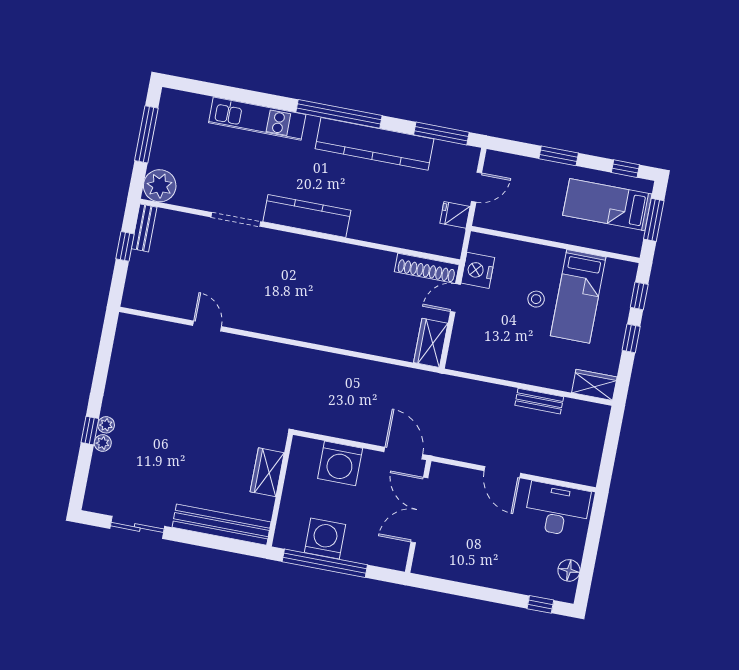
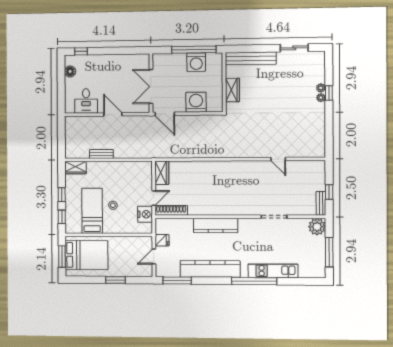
window: (339, 114) -> (254, 281), moved
window: (625, 169) -> (81, 280), removed
bed: (607, 205) -> (86, 255), width x1.50
kitchen counter: (307, 216) -> (216, 225), moved
desk: (557, 509) -> (86, 101), width x0.73
double door: (419, 510) -> (151, 87), swing flipped

